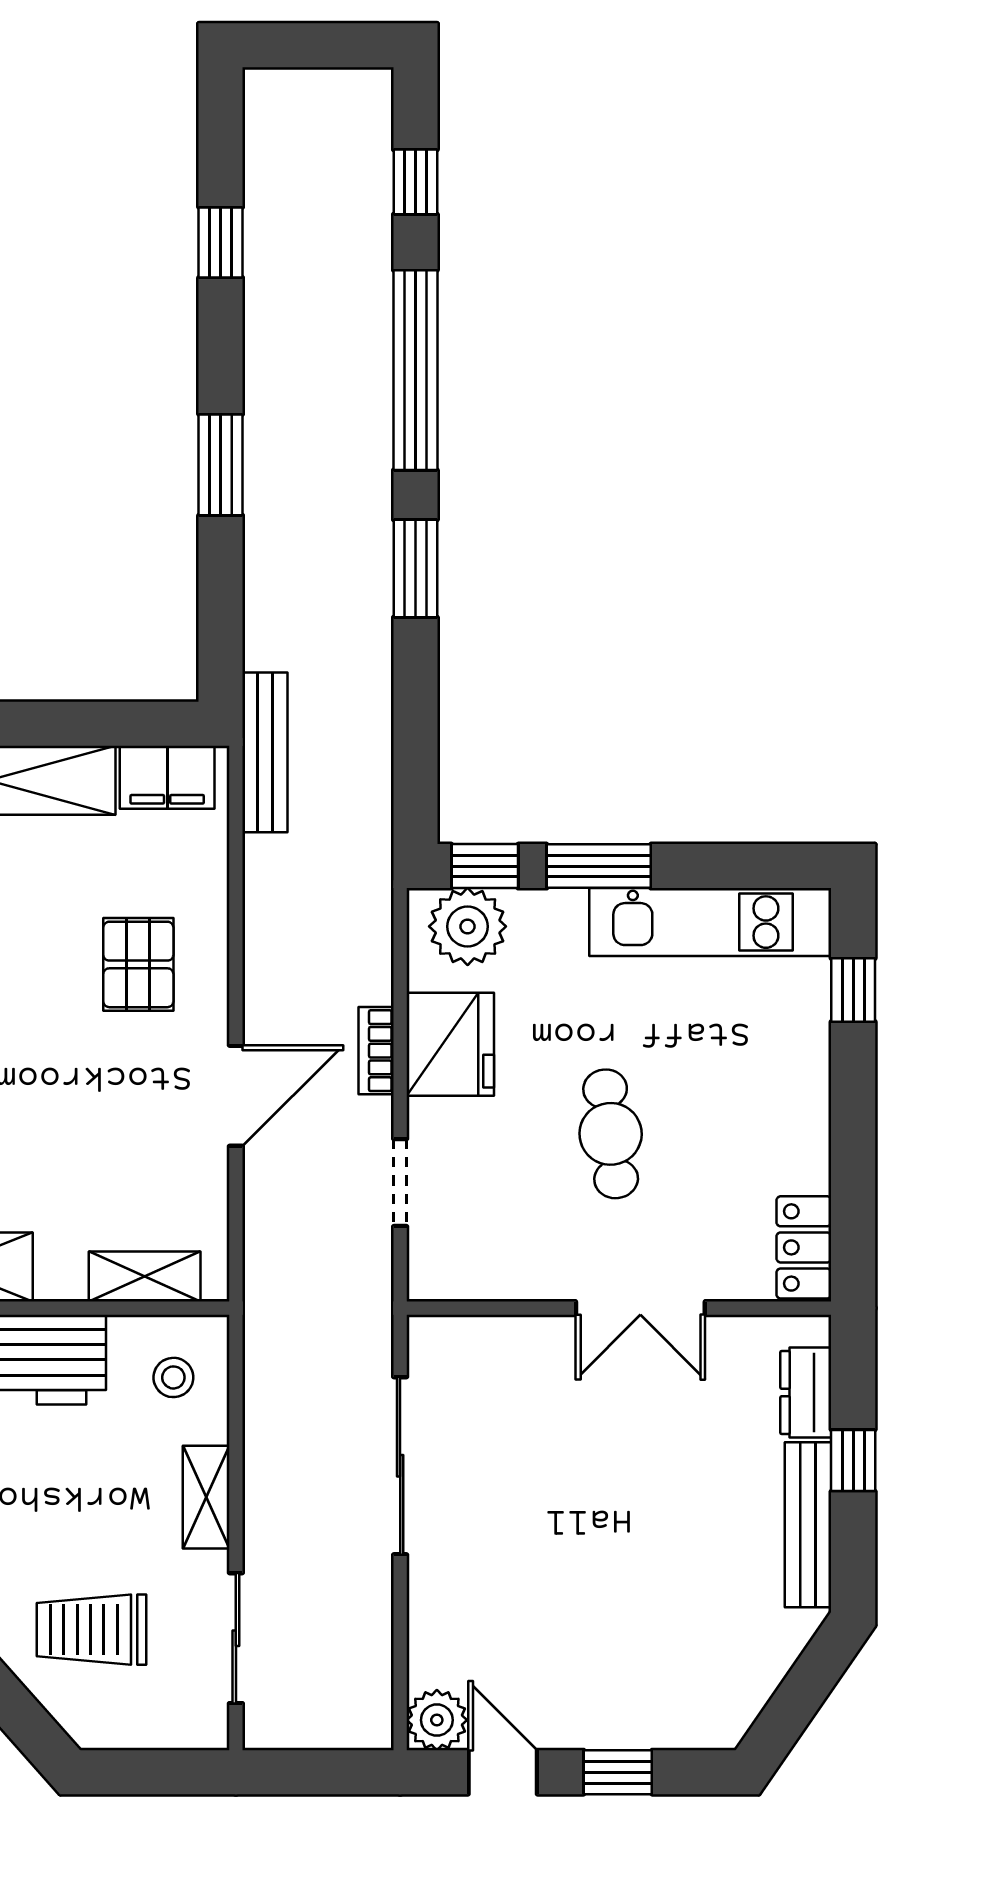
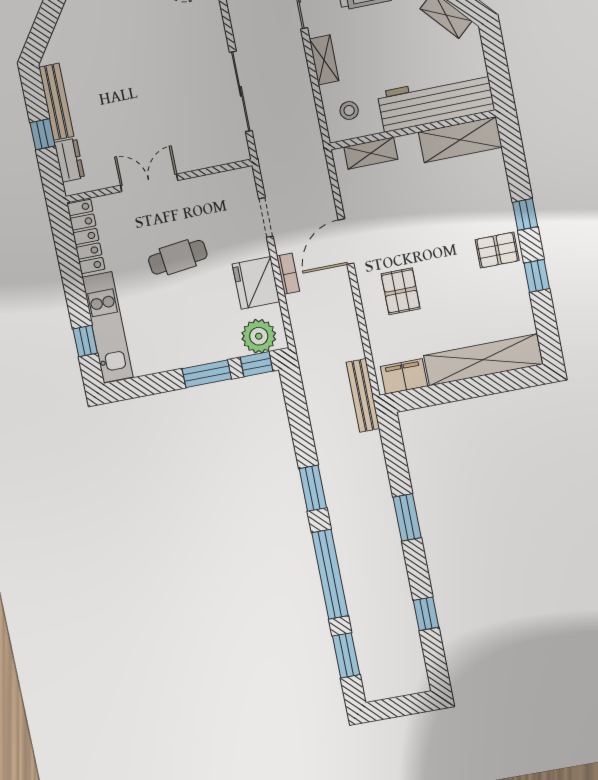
window: (415, 182) -> (346, 655), width x1.50
kitchen unit: (710, 922) -> (108, 327), moved, turned 90
cafe table: (611, 1134) -> (178, 257), turned 90
locker: (804, 1247) -> (86, 237), width x1.53

